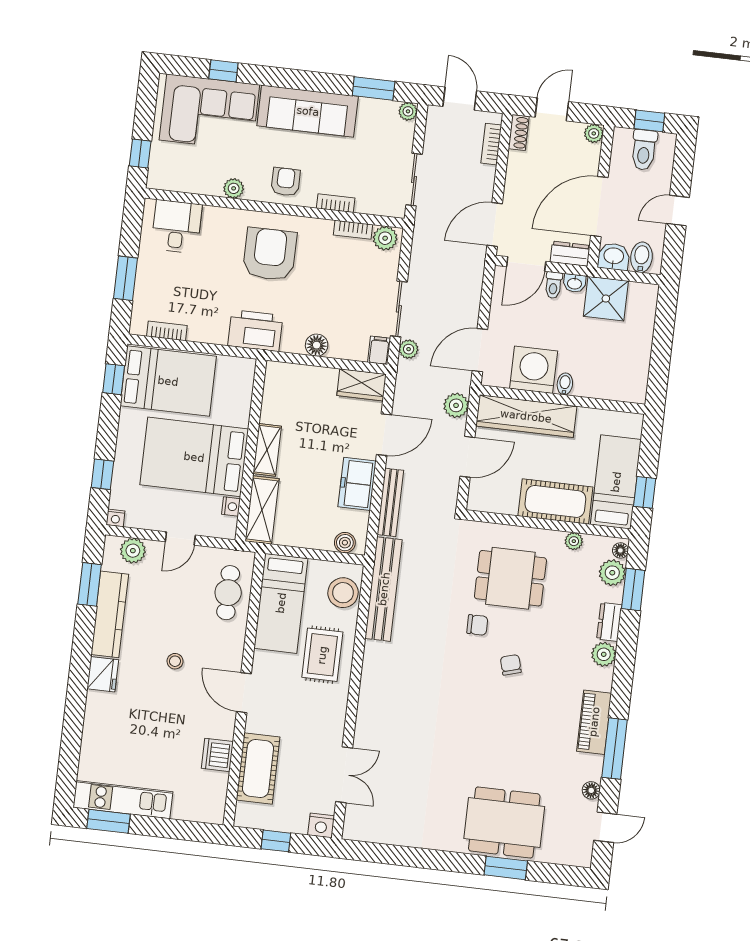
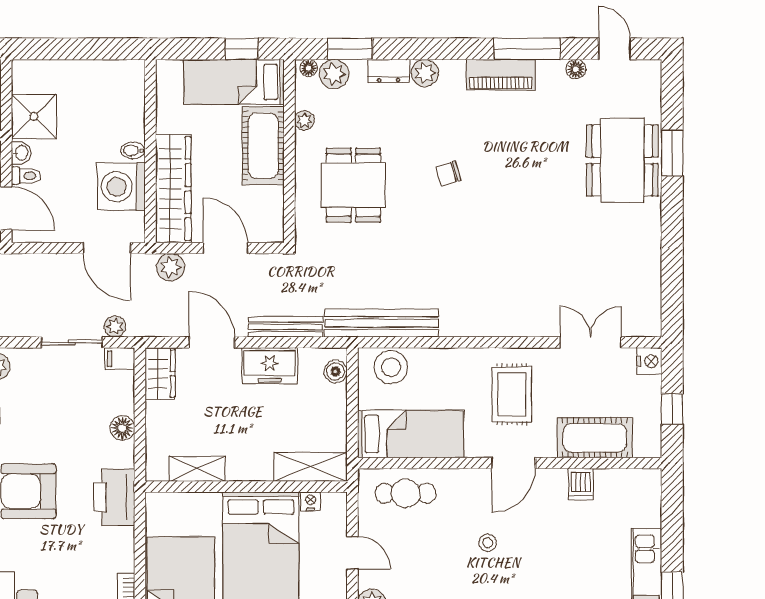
shelving: (267, 450) -> (197, 469), moved
chair: (477, 625) -> (409, 216), removed
rug: (322, 655) -> (512, 394), moved, turned 90
dishwasher: (217, 755) -> (581, 484), width x0.73

